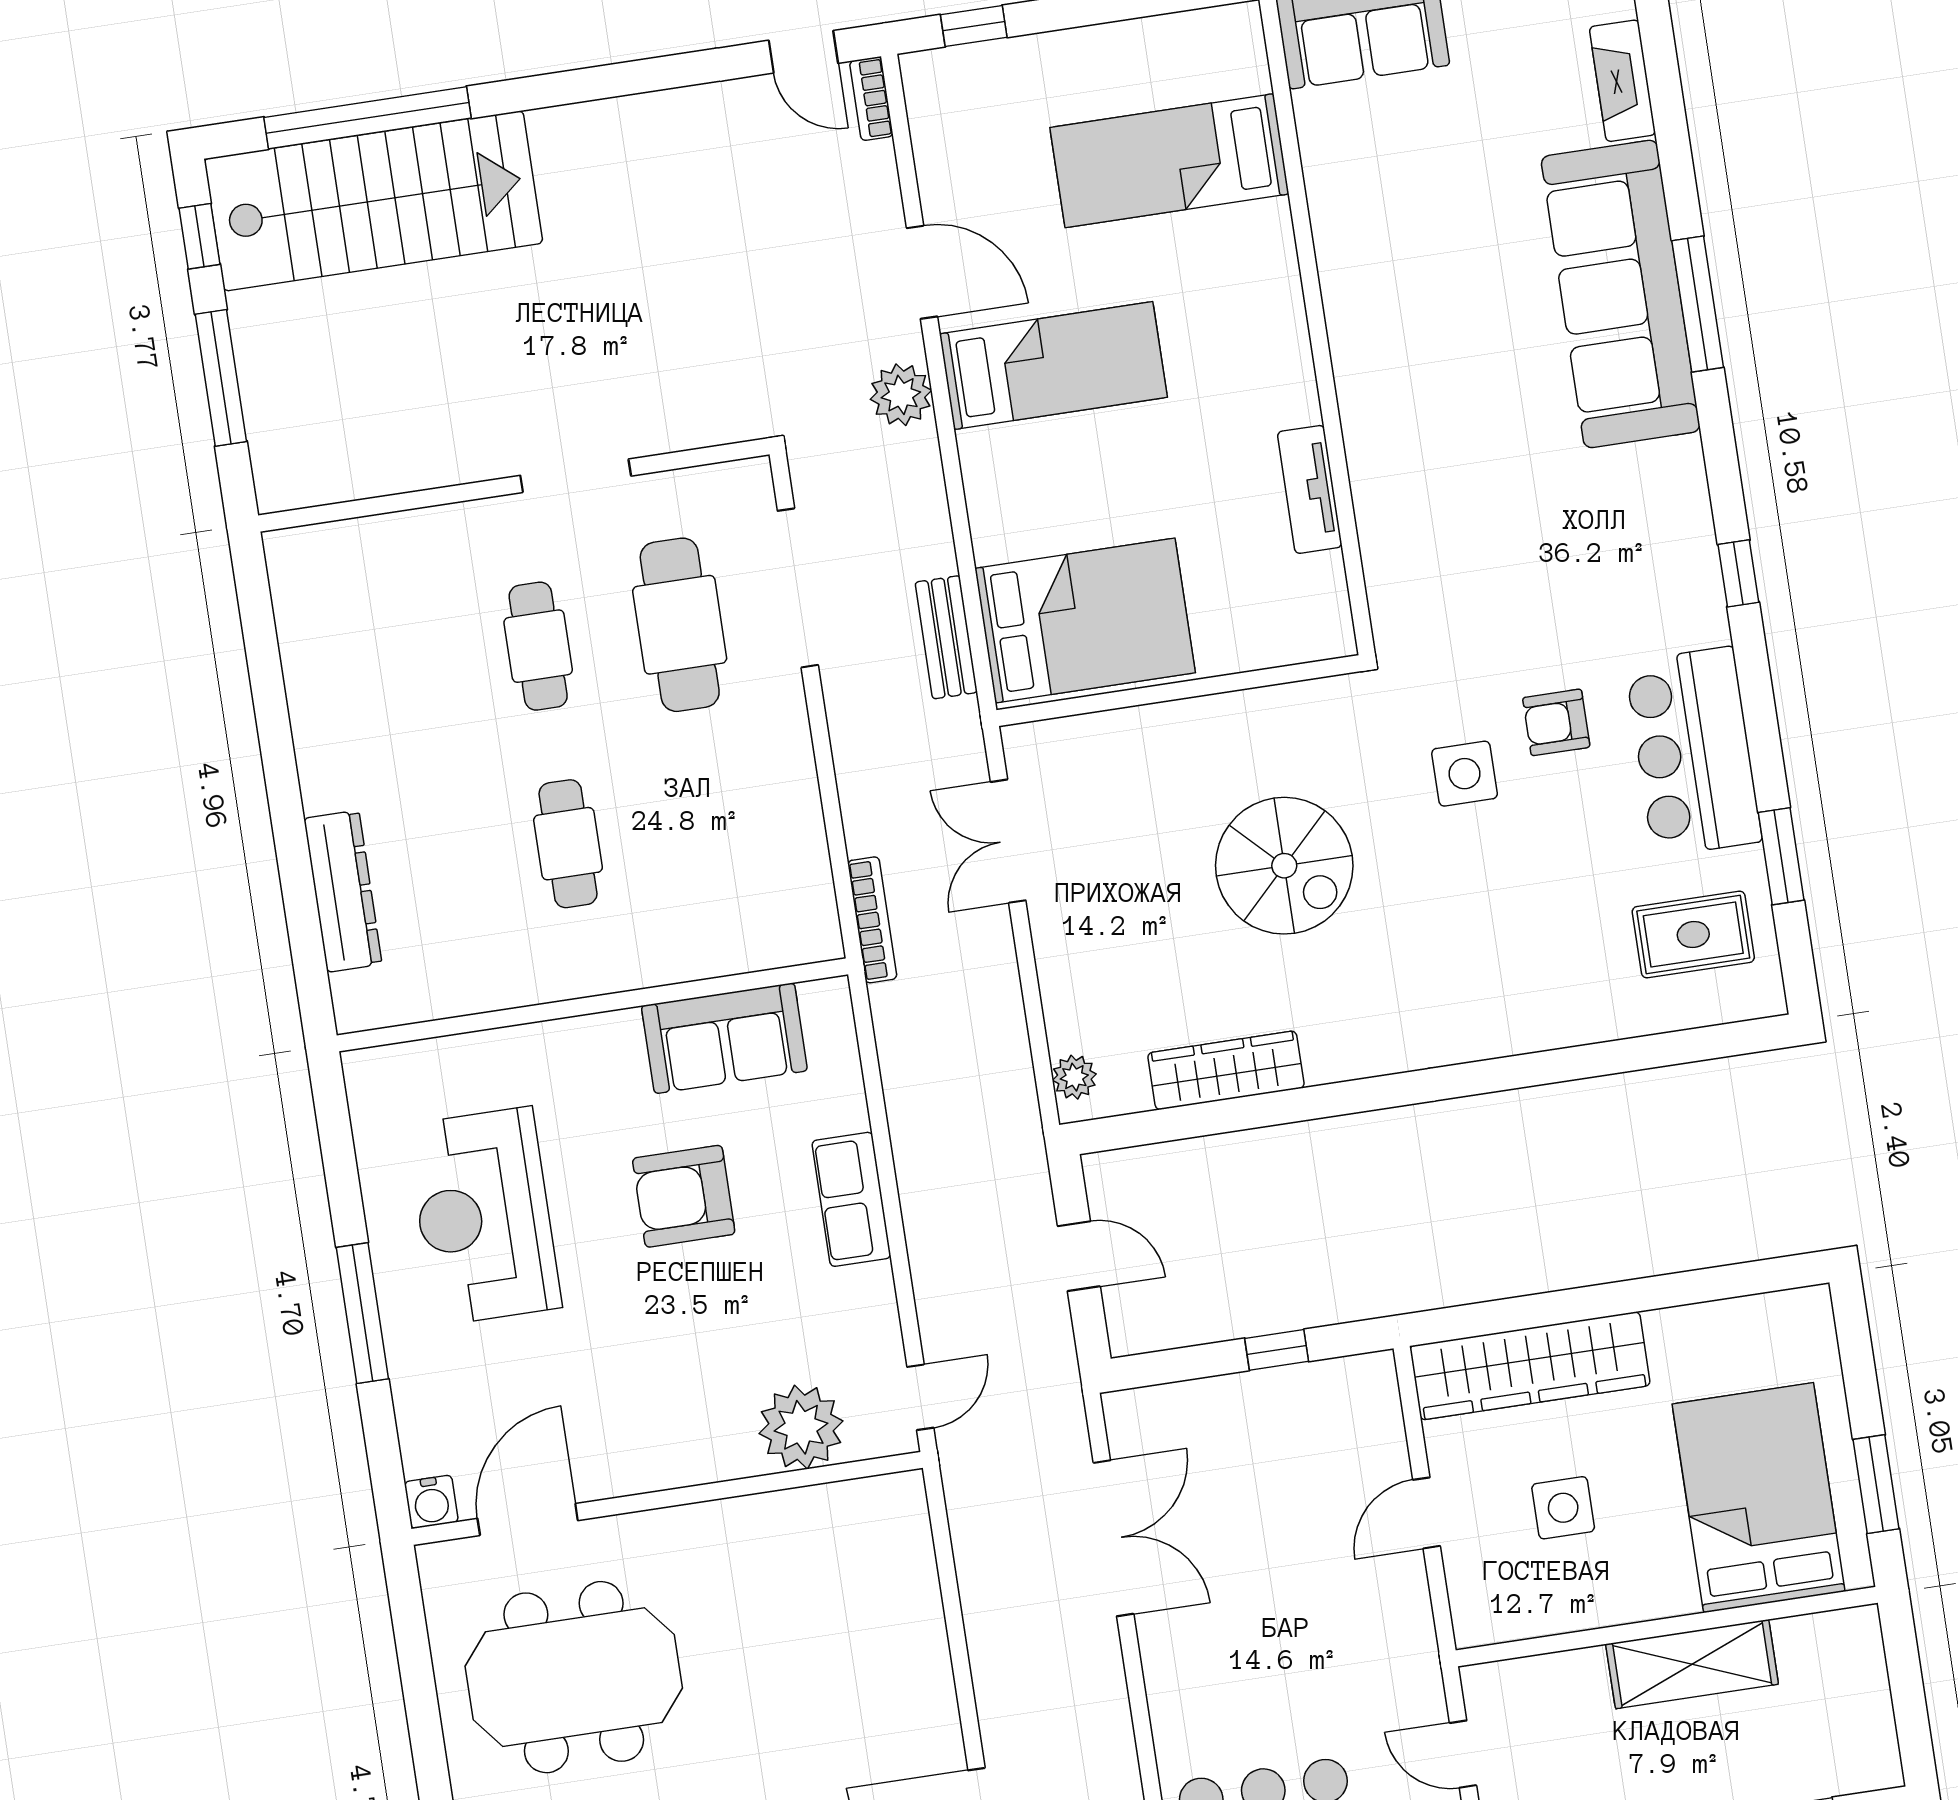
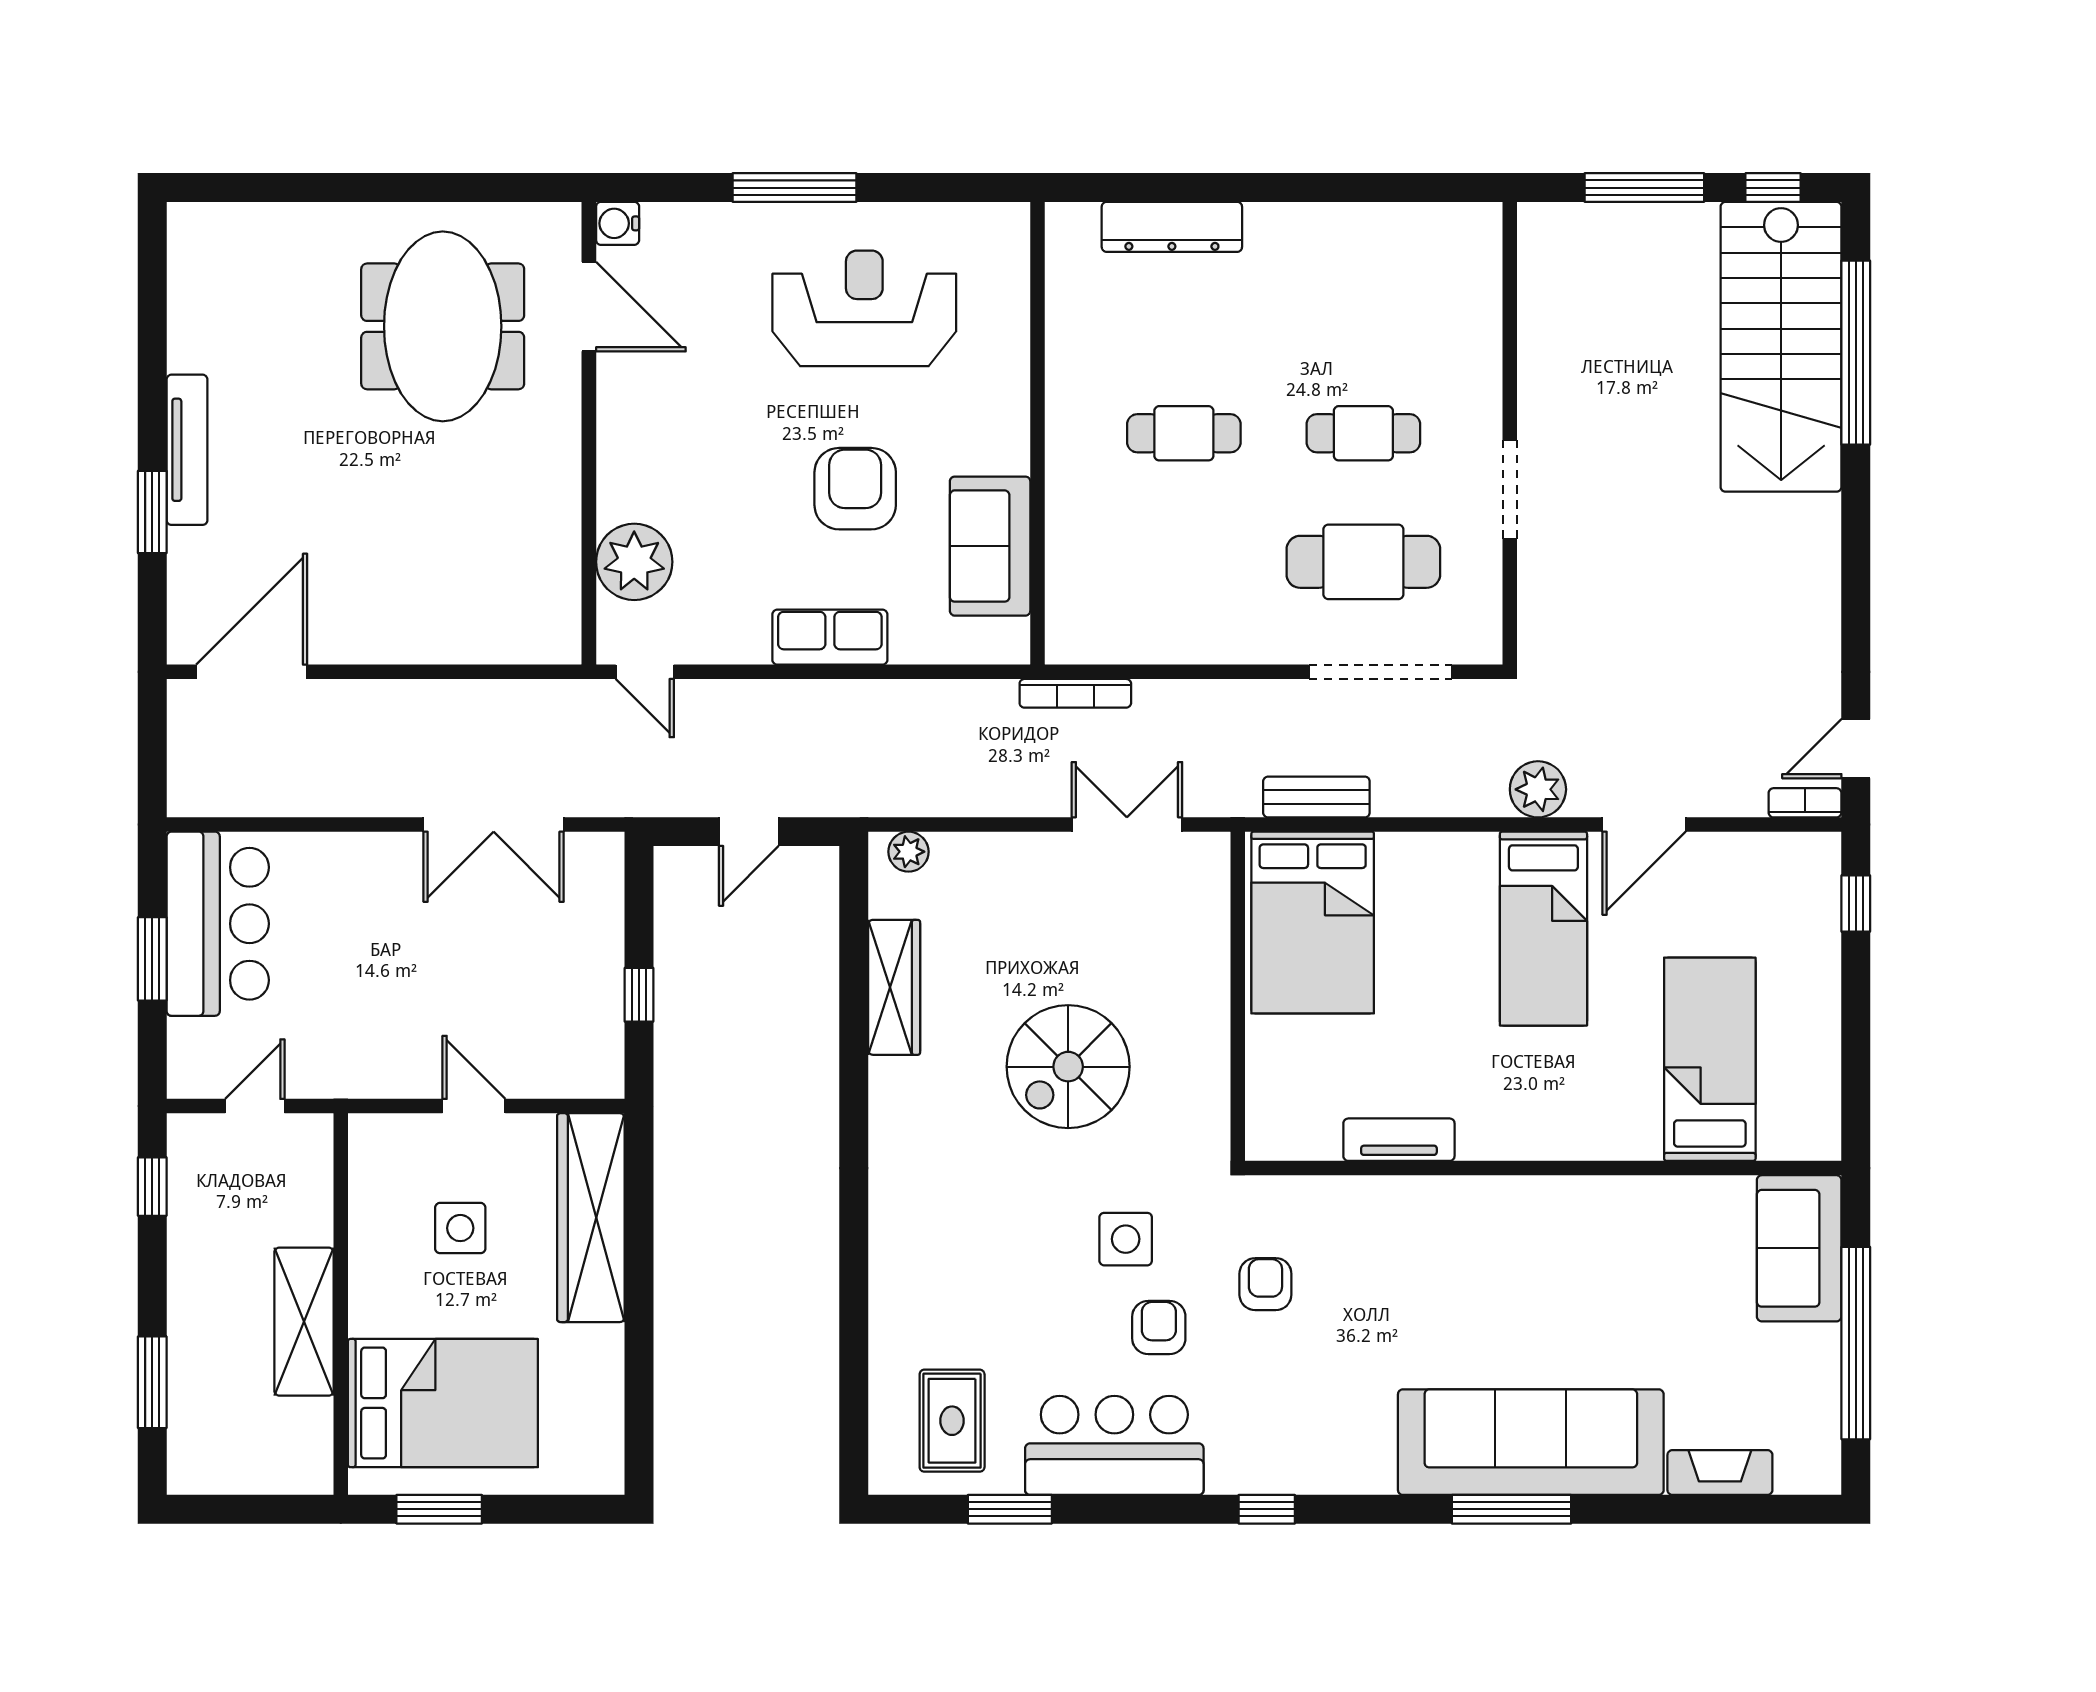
armchair: (1491, 612) -> (1265, 1284), added

